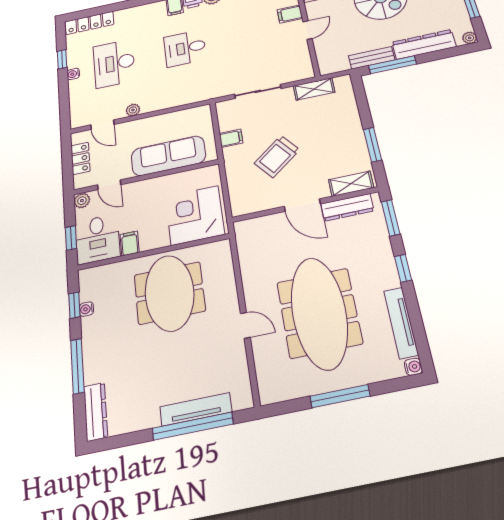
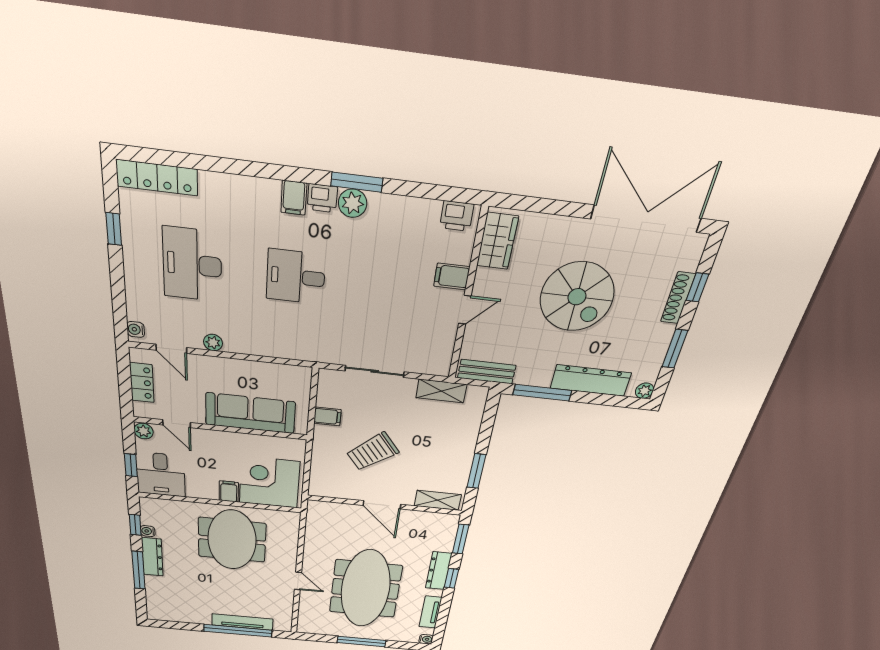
bench: (372, 58) -> (487, 372), moved
water cooler: (73, 74) -> (136, 329), moved
dresser: (347, 207) -> (439, 571), moved, turned 90
filing cabinet: (130, 243) -> (229, 491), moved
tv unit: (401, 323) -> (430, 612), width x0.71
dresser: (96, 412) -> (152, 557), moved

